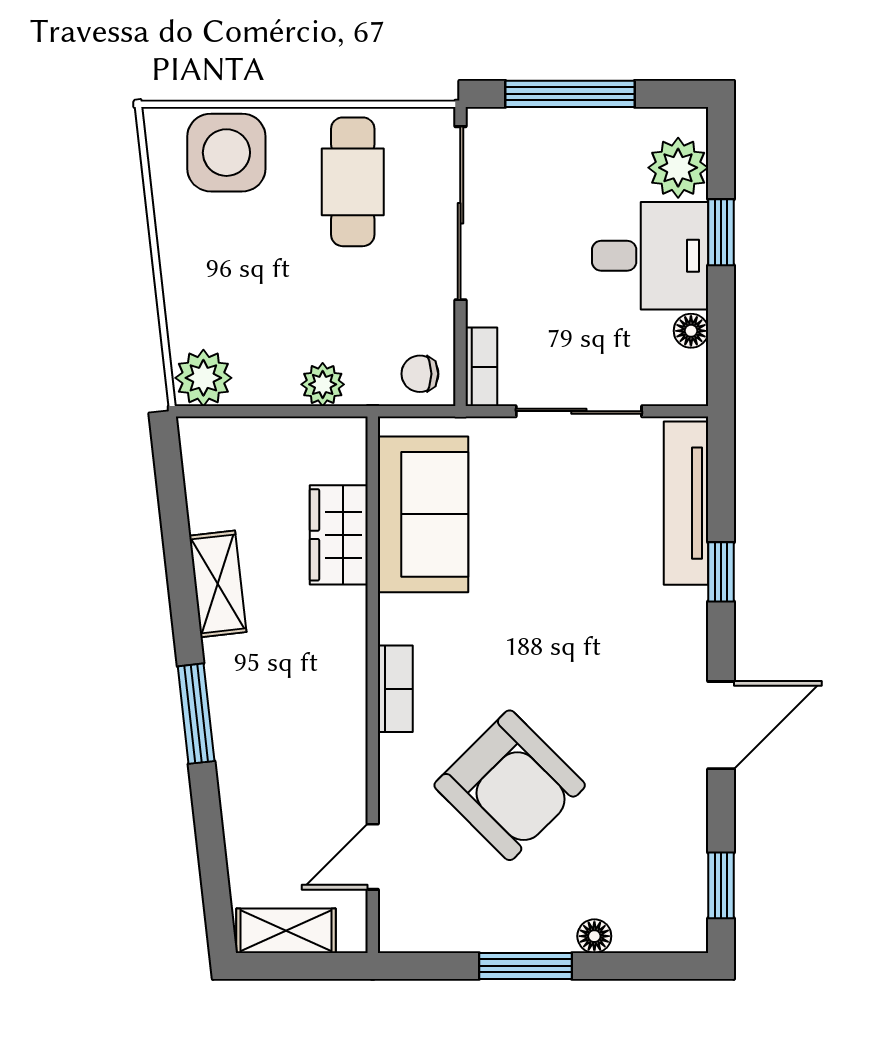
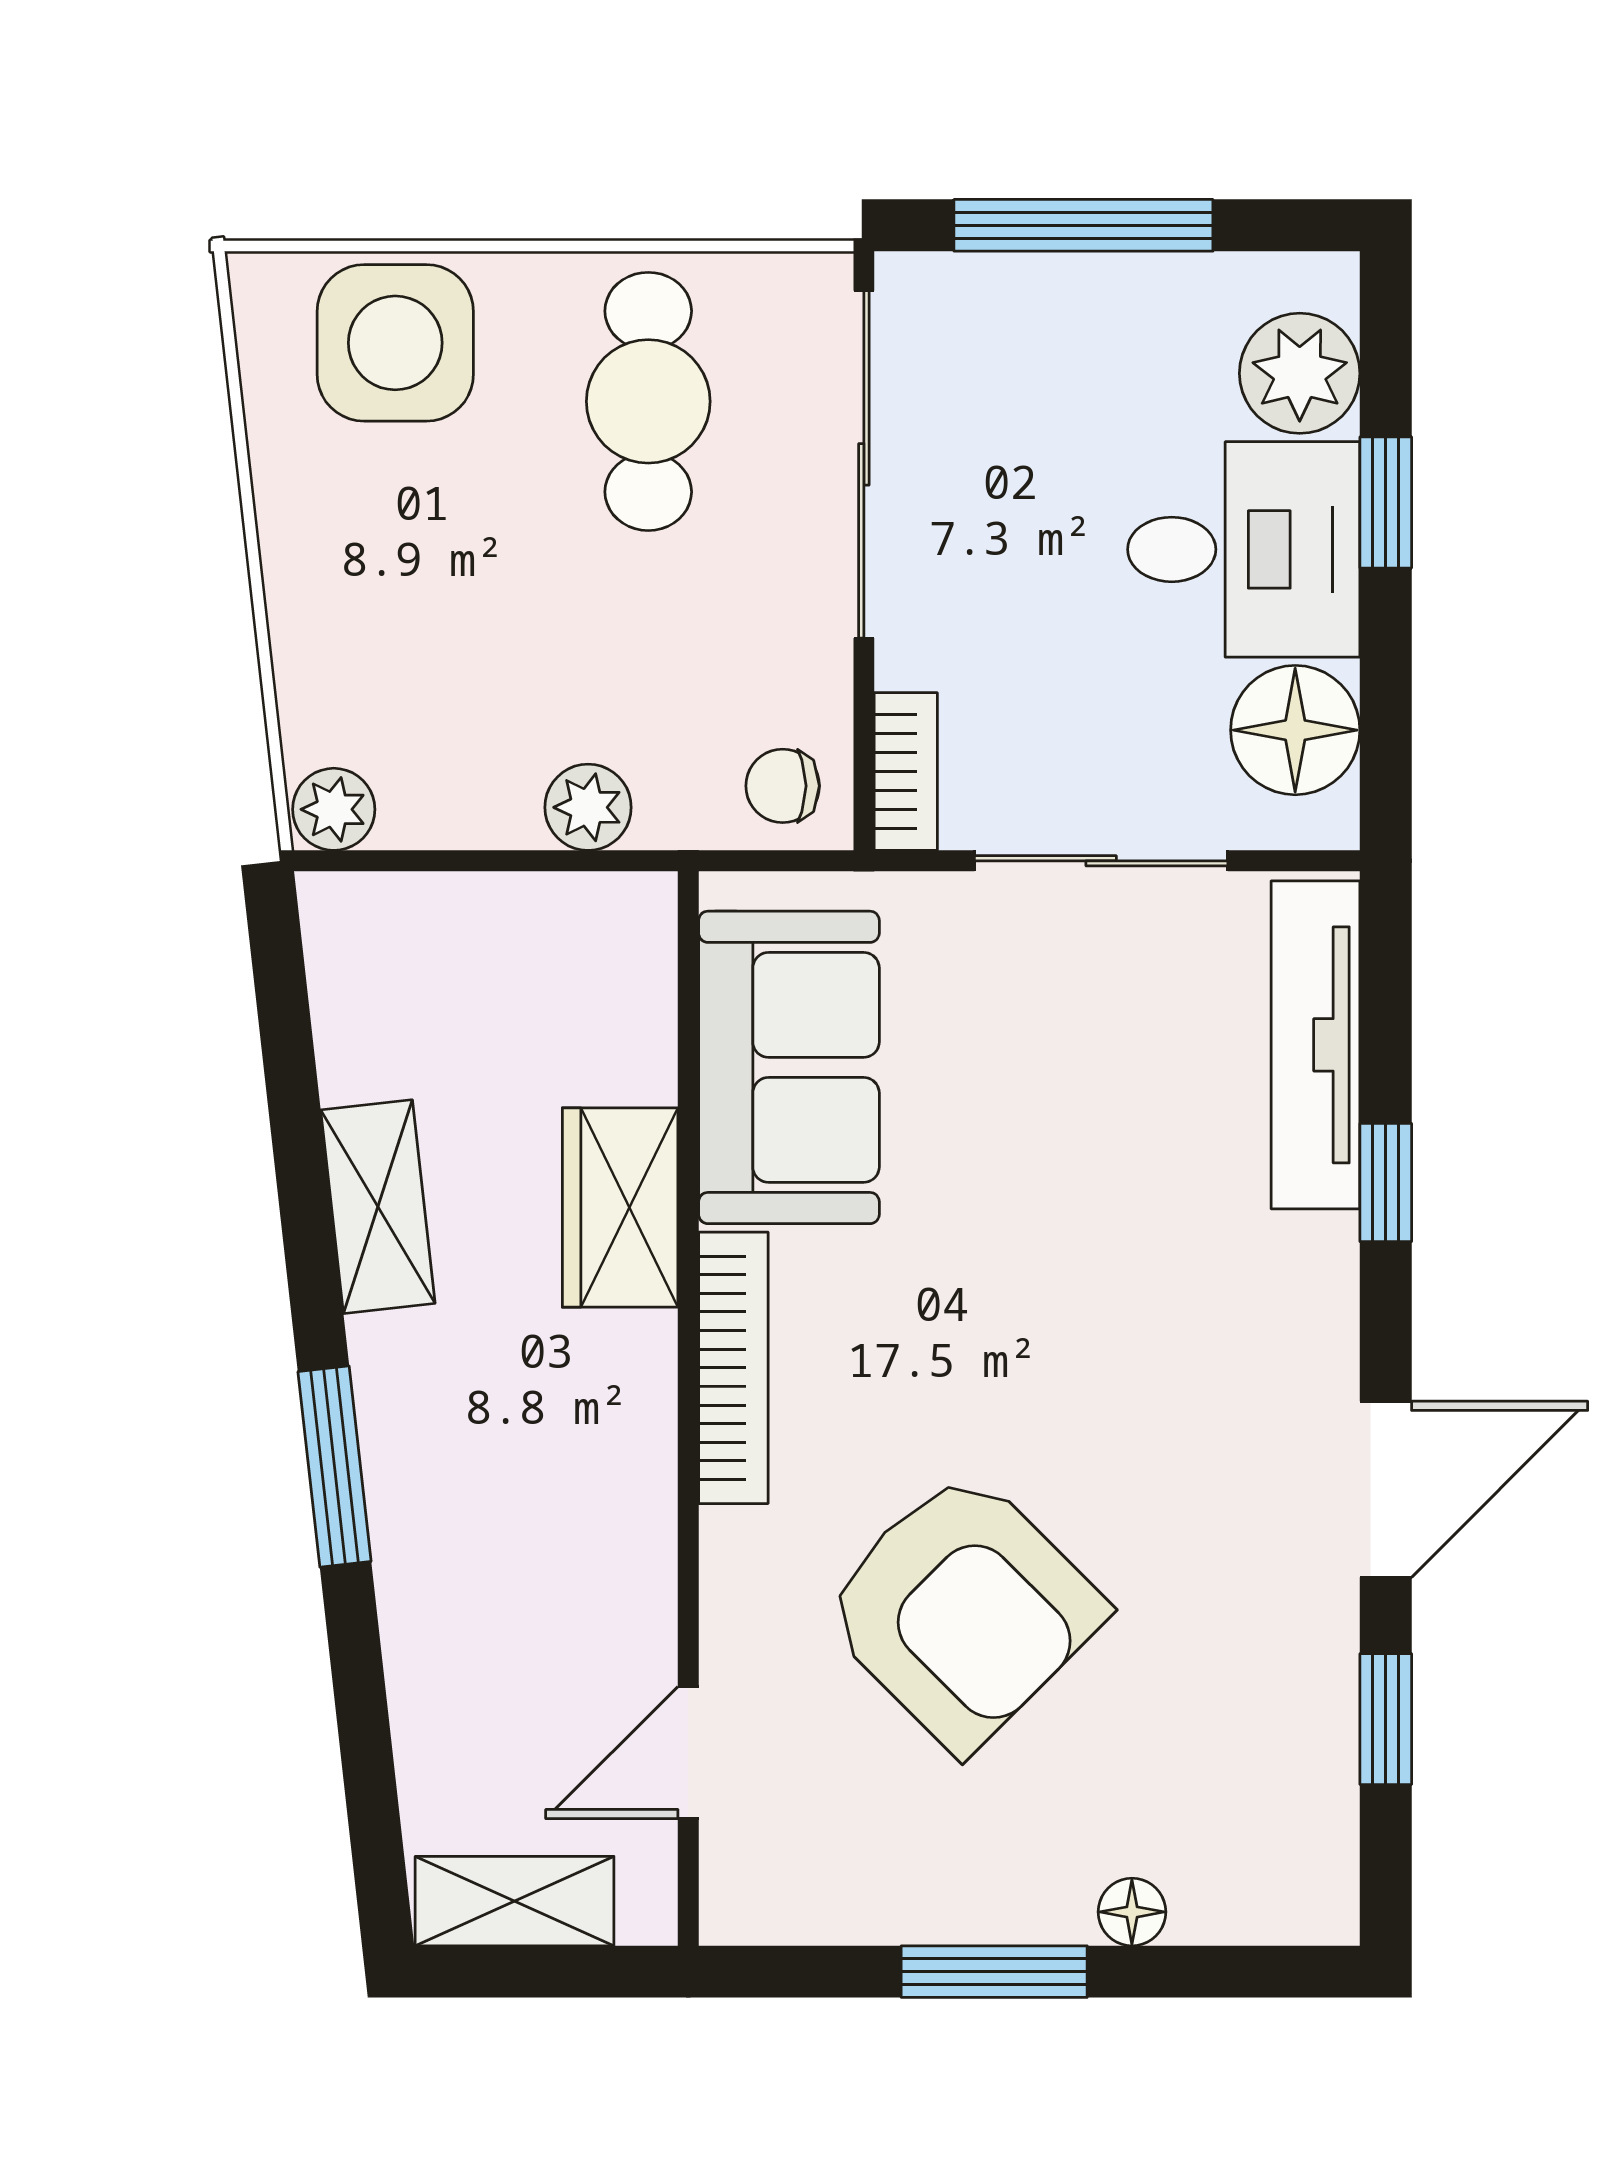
floor lamp: (691, 331) -> (1295, 730), width x1.89, depth x1.89
plant: (203, 378) -> (334, 809), width x0.73, depth x0.73
wardrobe: (339, 535) -> (620, 1208), moved
bookcase: (395, 689) -> (733, 1368), width x1.56
window: (721, 885) -> (1386, 1719), moved

